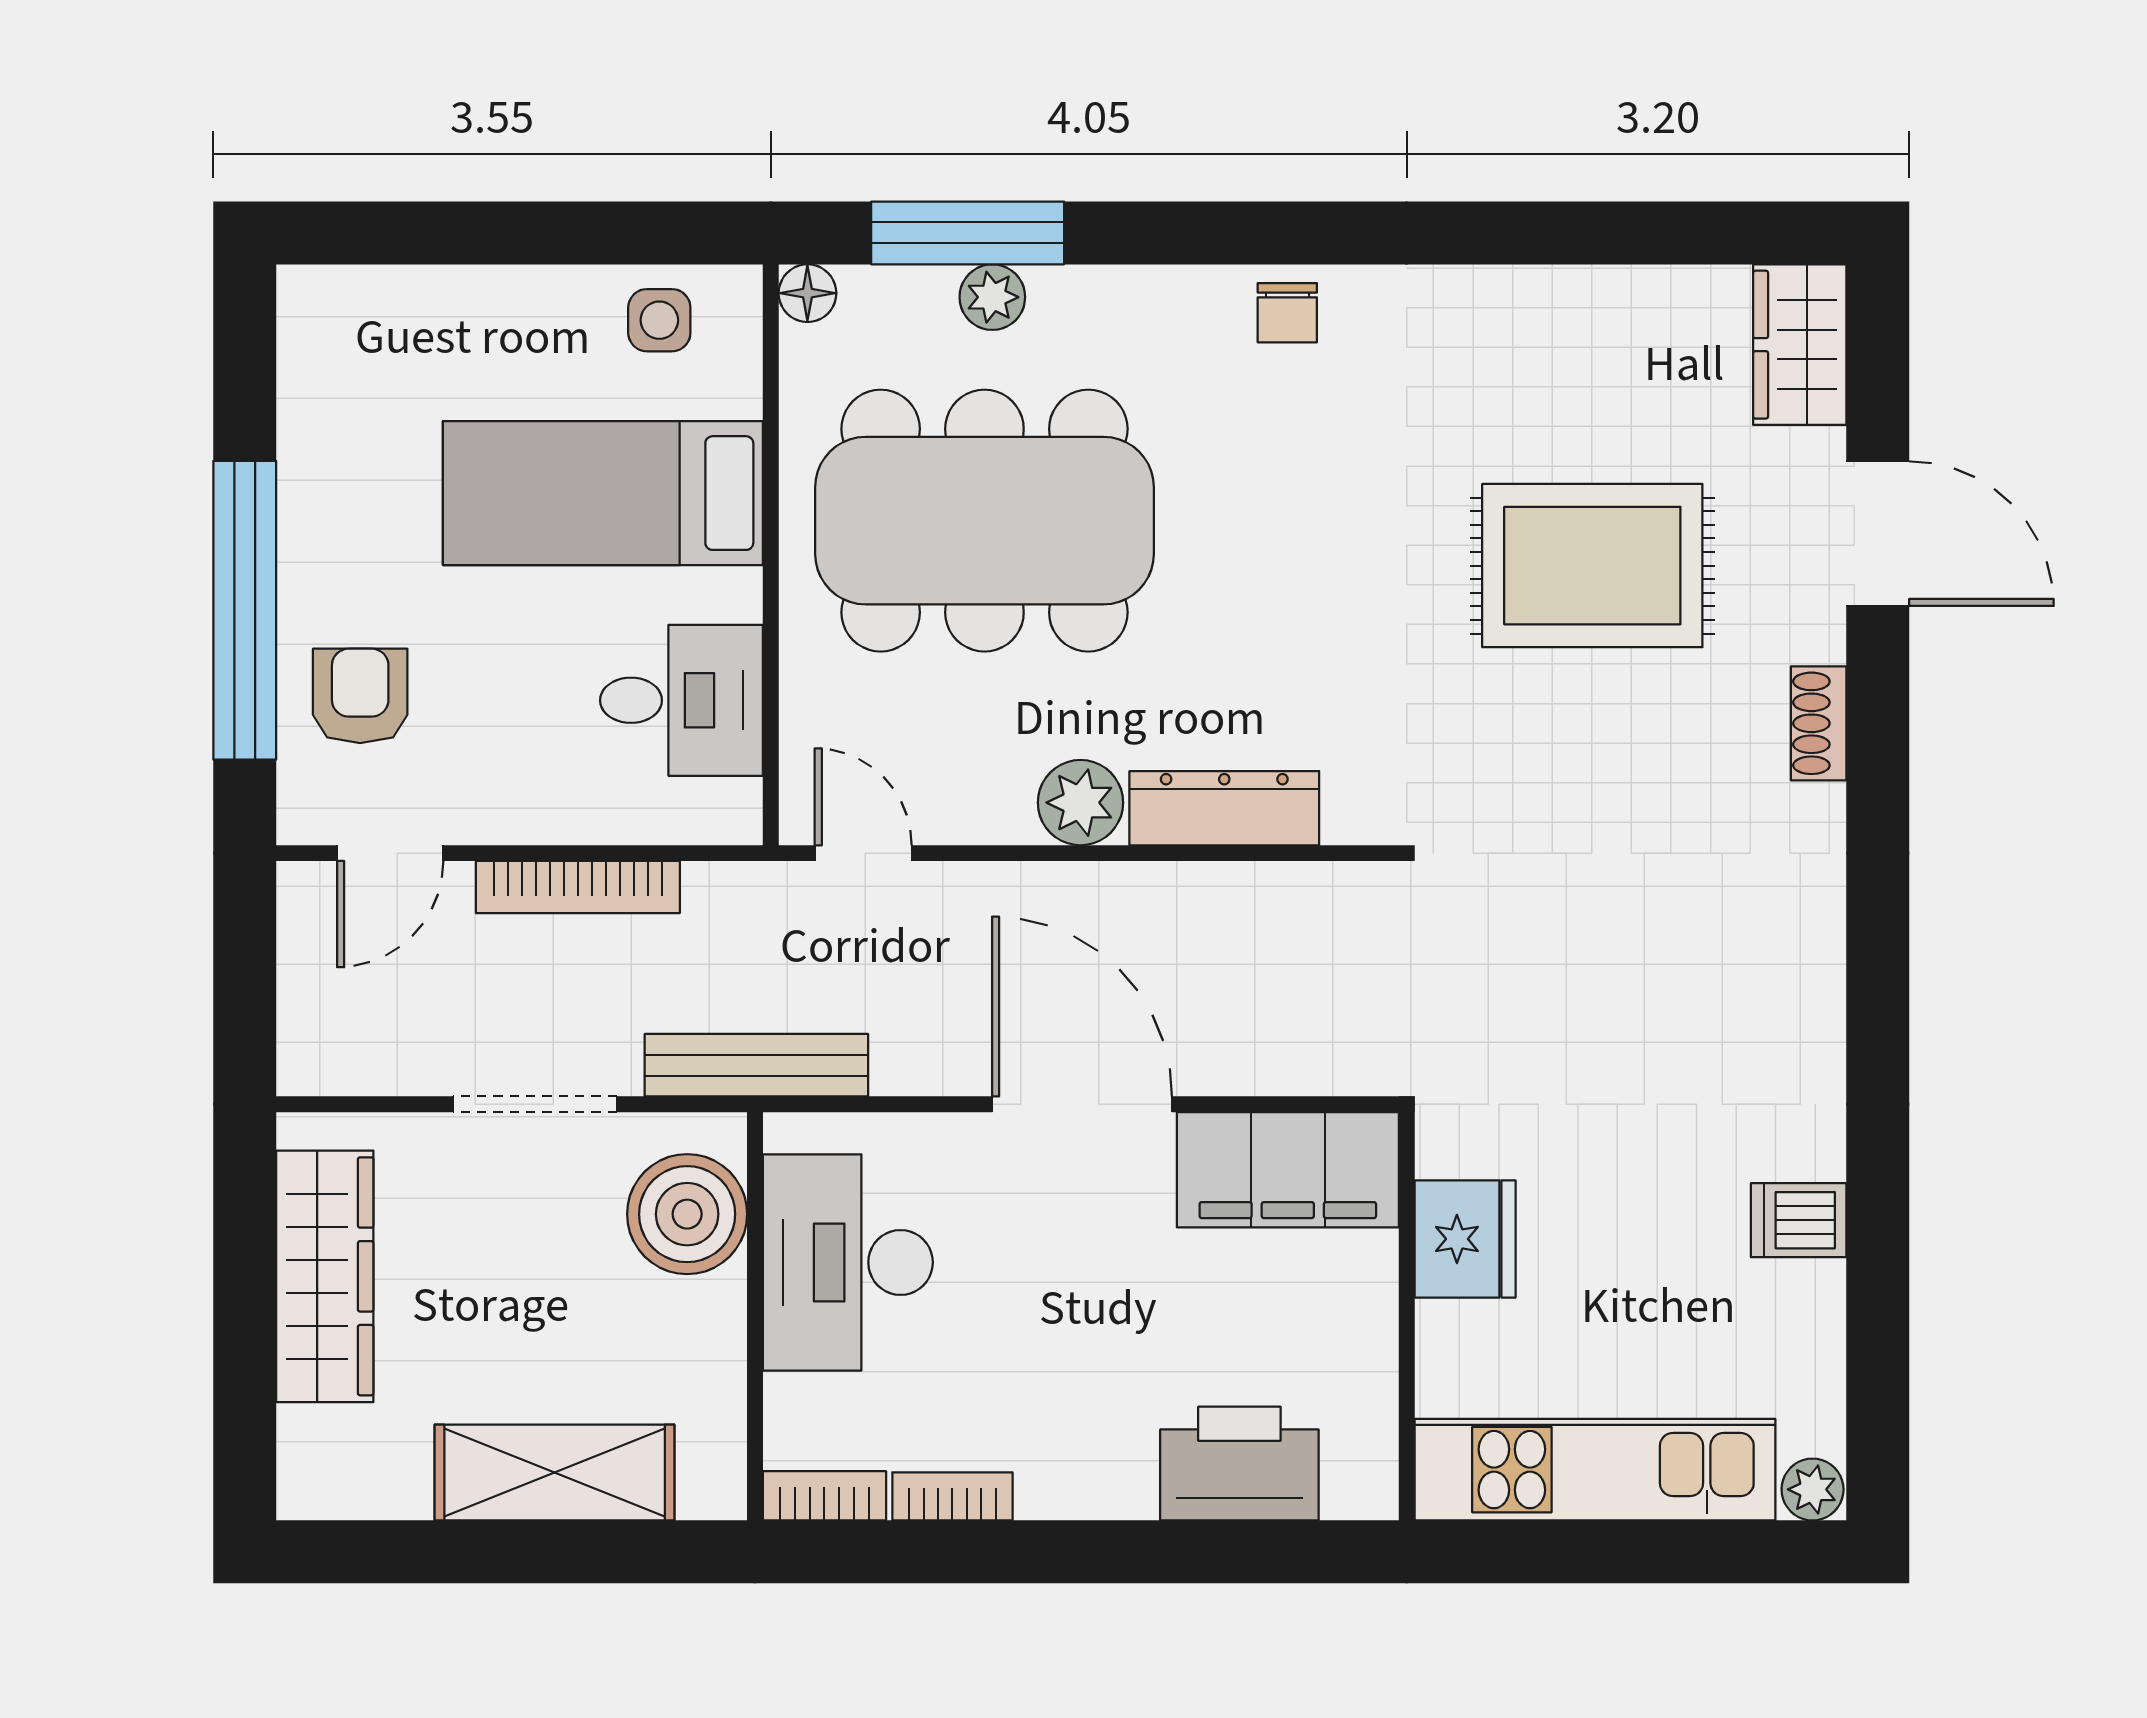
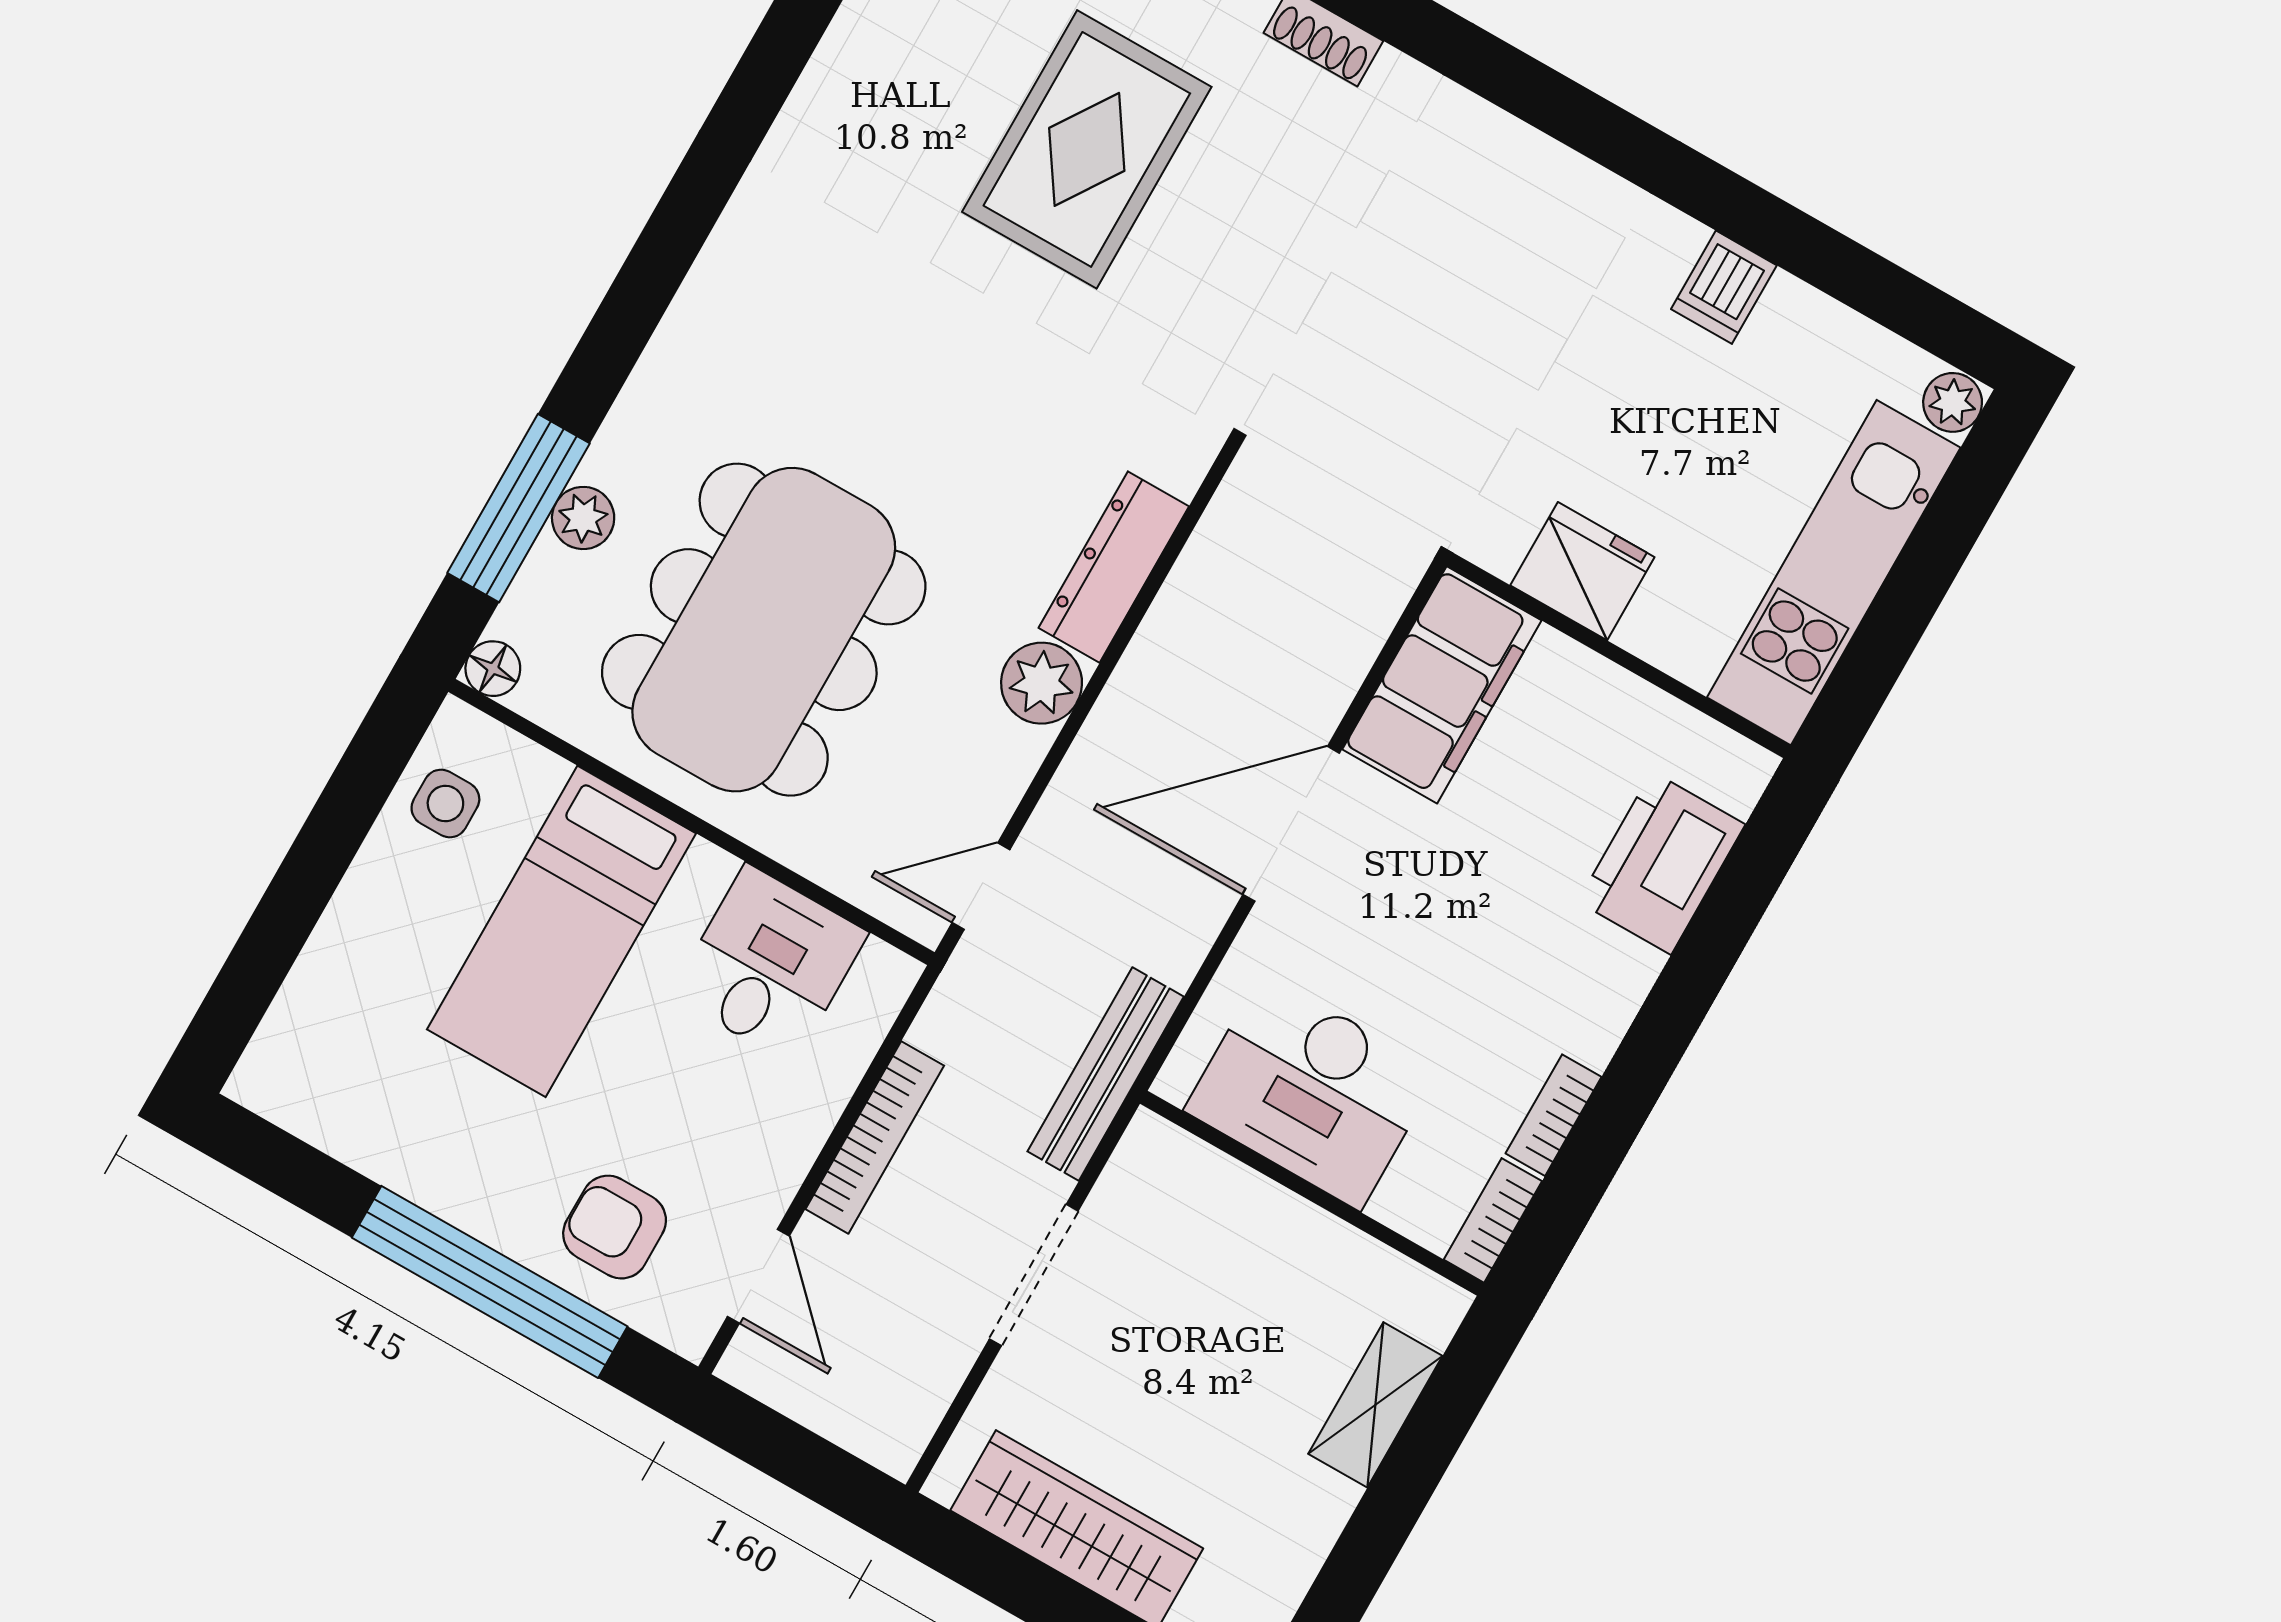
chair: (1287, 313) -> (735, 282), removed
boiler: (687, 1214) -> (1196, 1201), removed
shelving: (555, 1473) -> (1375, 1405), width x0.67, depth x0.75

